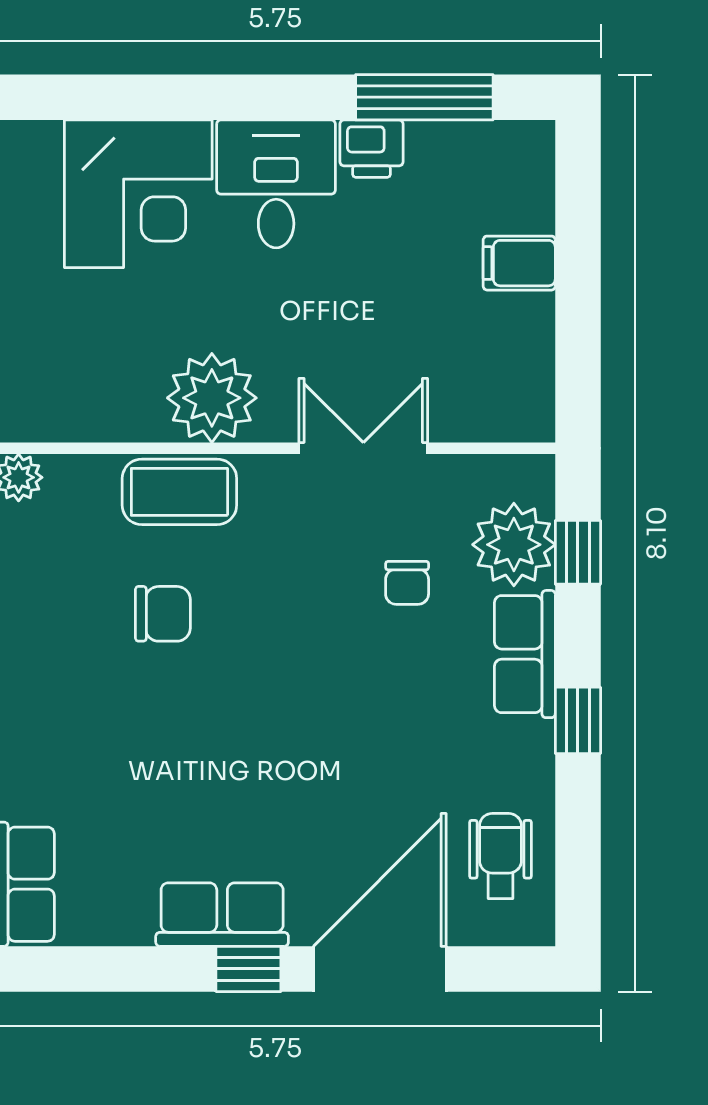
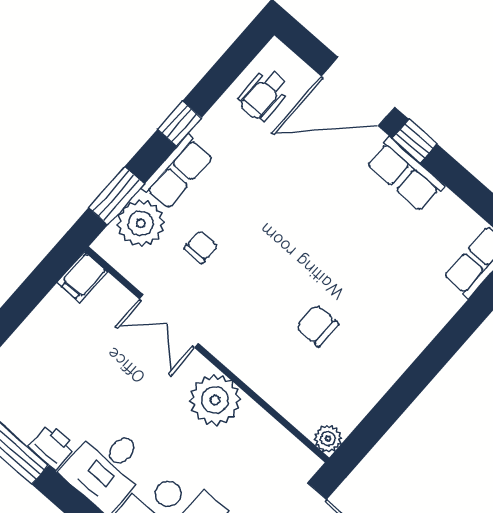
filing cabinet: (519, 263) -> (82, 277), moved, turned 90
coffee table: (179, 492) -> (264, 372), removed
window: (578, 552) -> (116, 196), width x1.50

